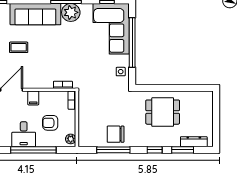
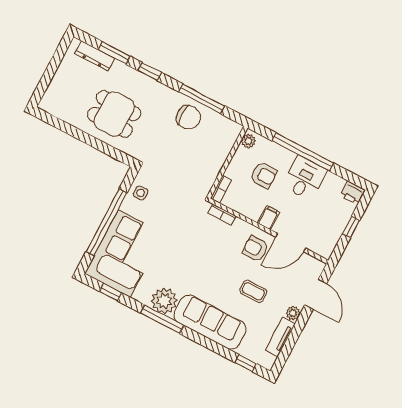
armchair: (31, 74) -> (256, 249), added

